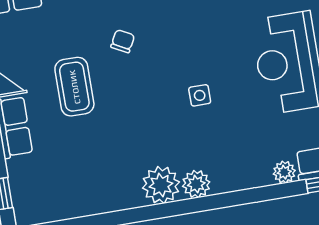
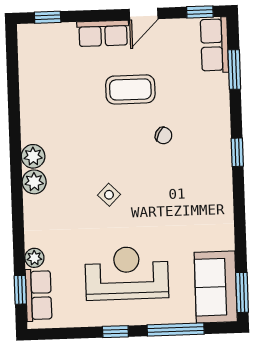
side table: (200, 95) -> (109, 195), turned 45
plant: (161, 185) -> (33, 156), width x0.73, depth x0.73

